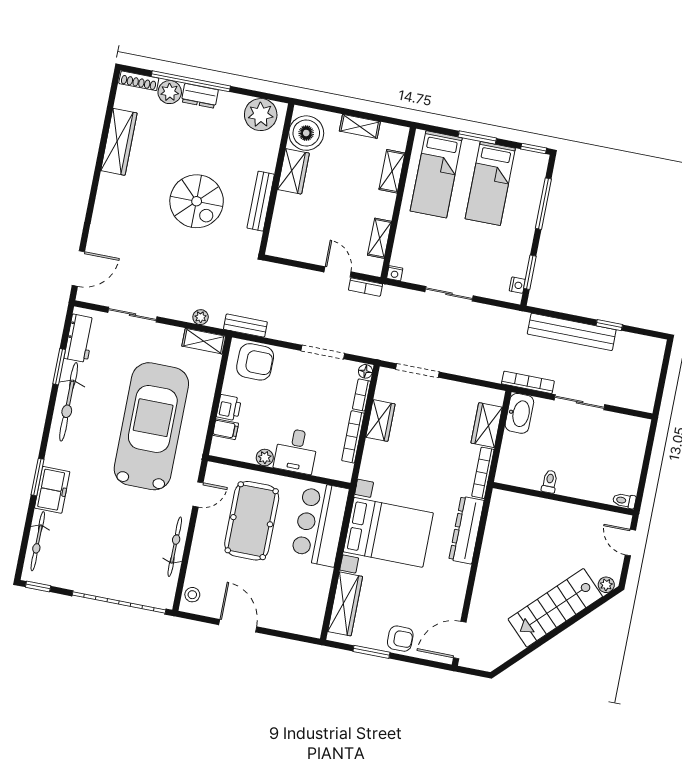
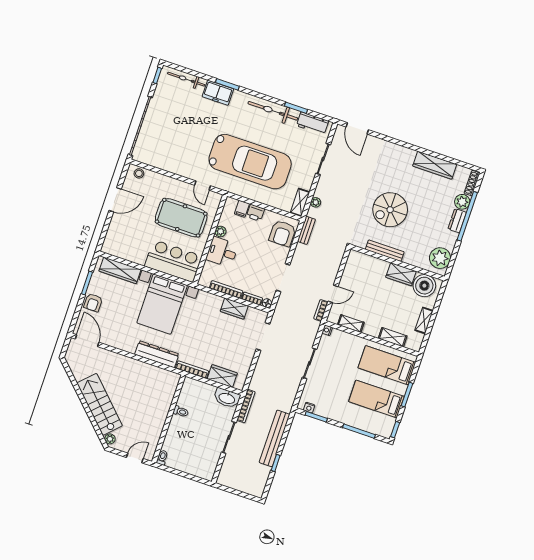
bicycle: (175, 547) -> (171, 166), removed

